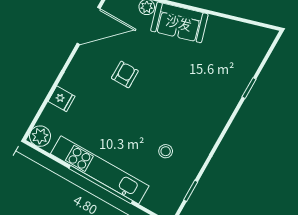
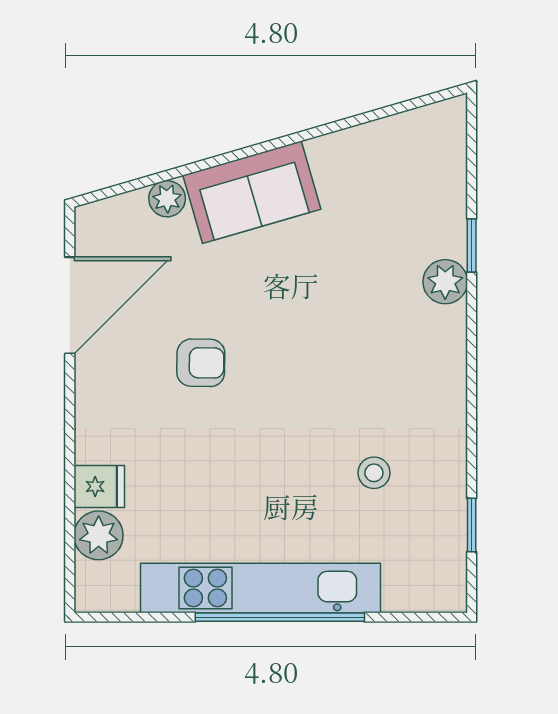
armchair: (125, 74) -> (201, 363), turned 91
plant: (232, 96) -> (445, 282), added
plant: (40, 136) -> (99, 535), moved

